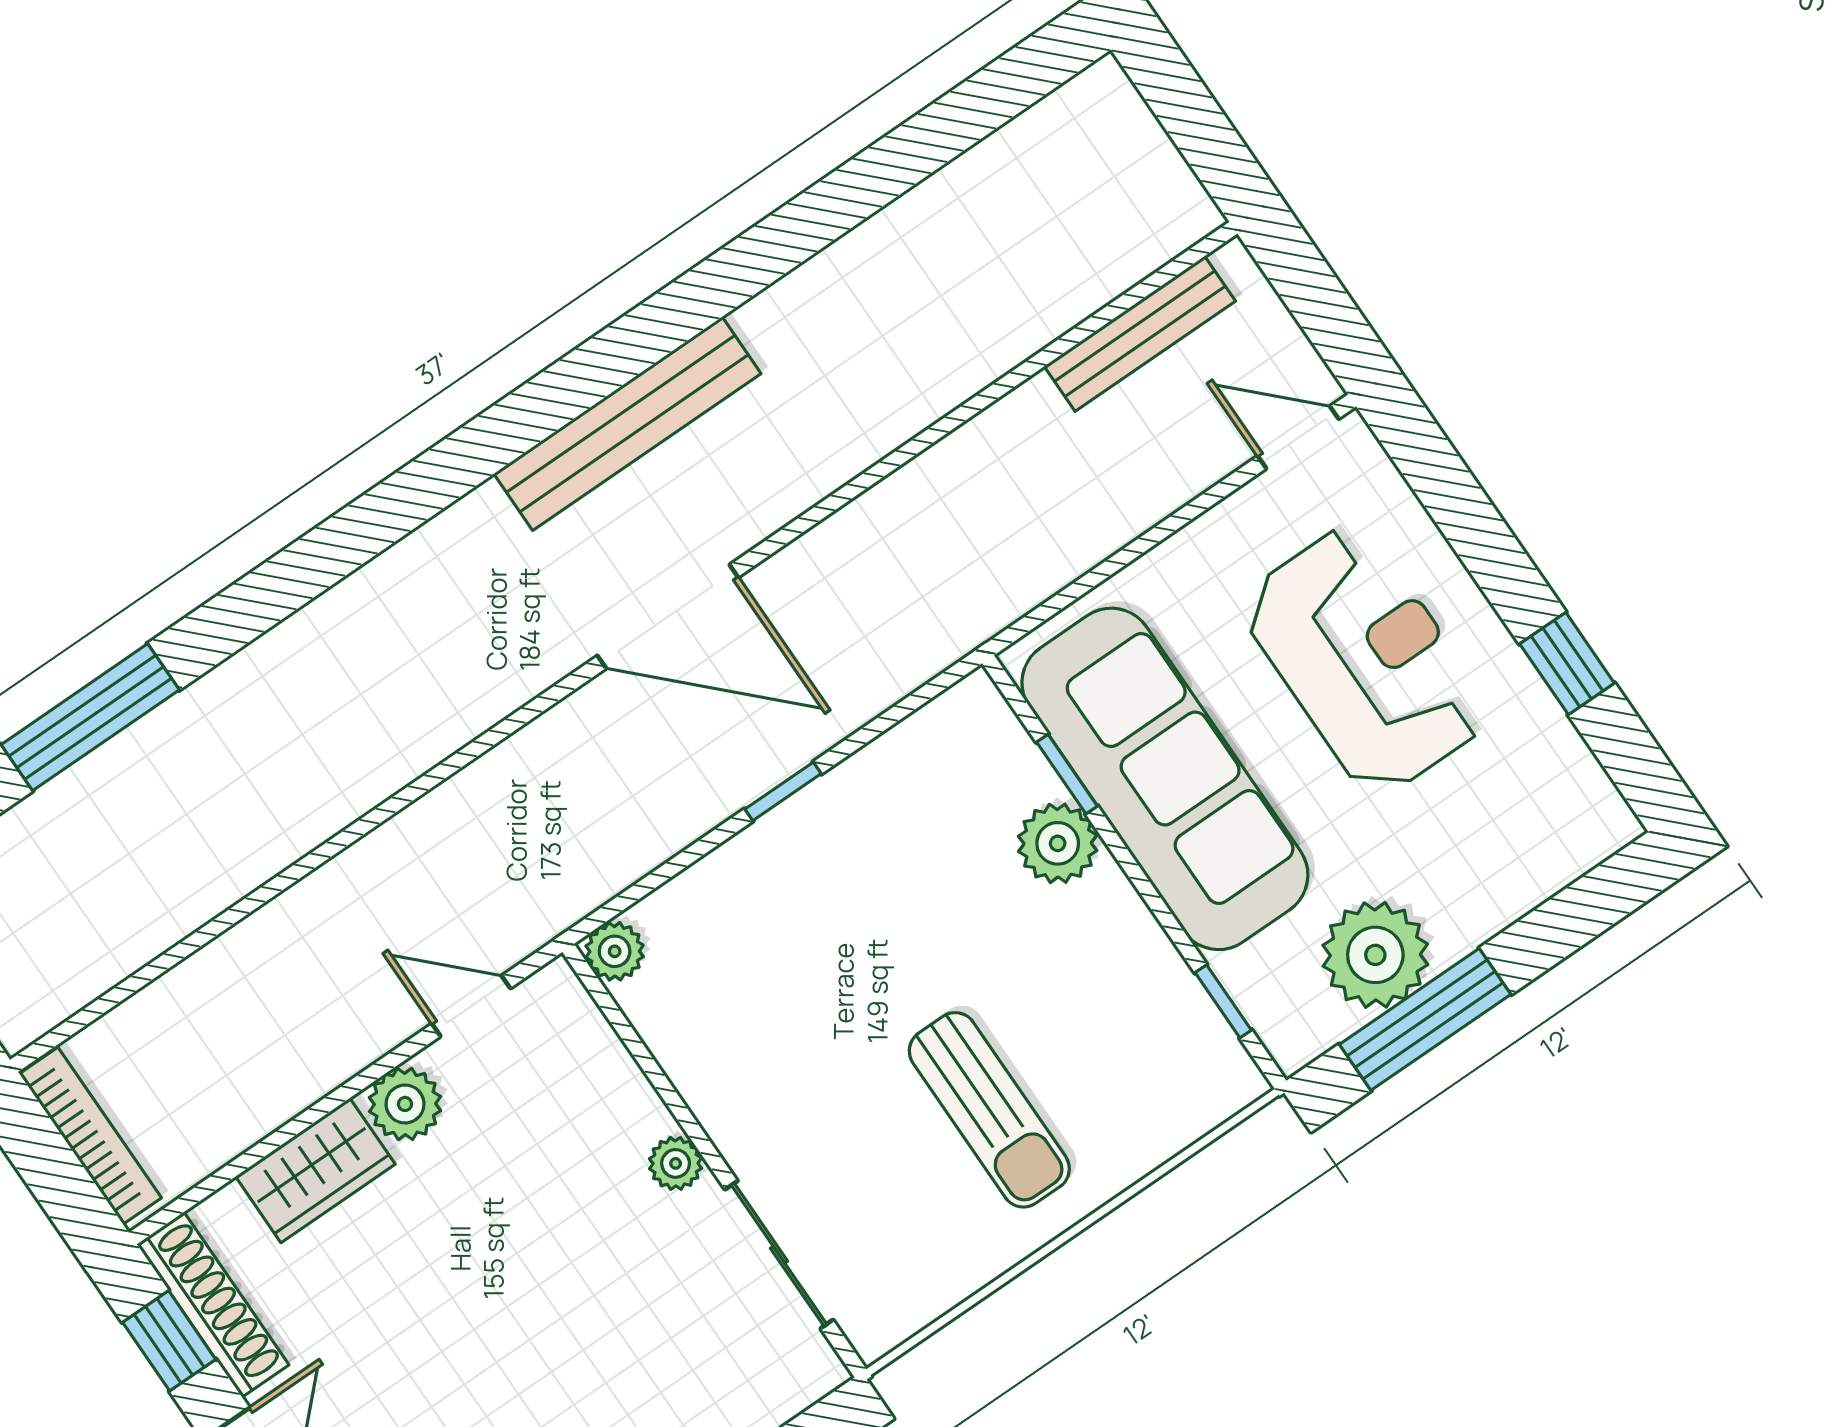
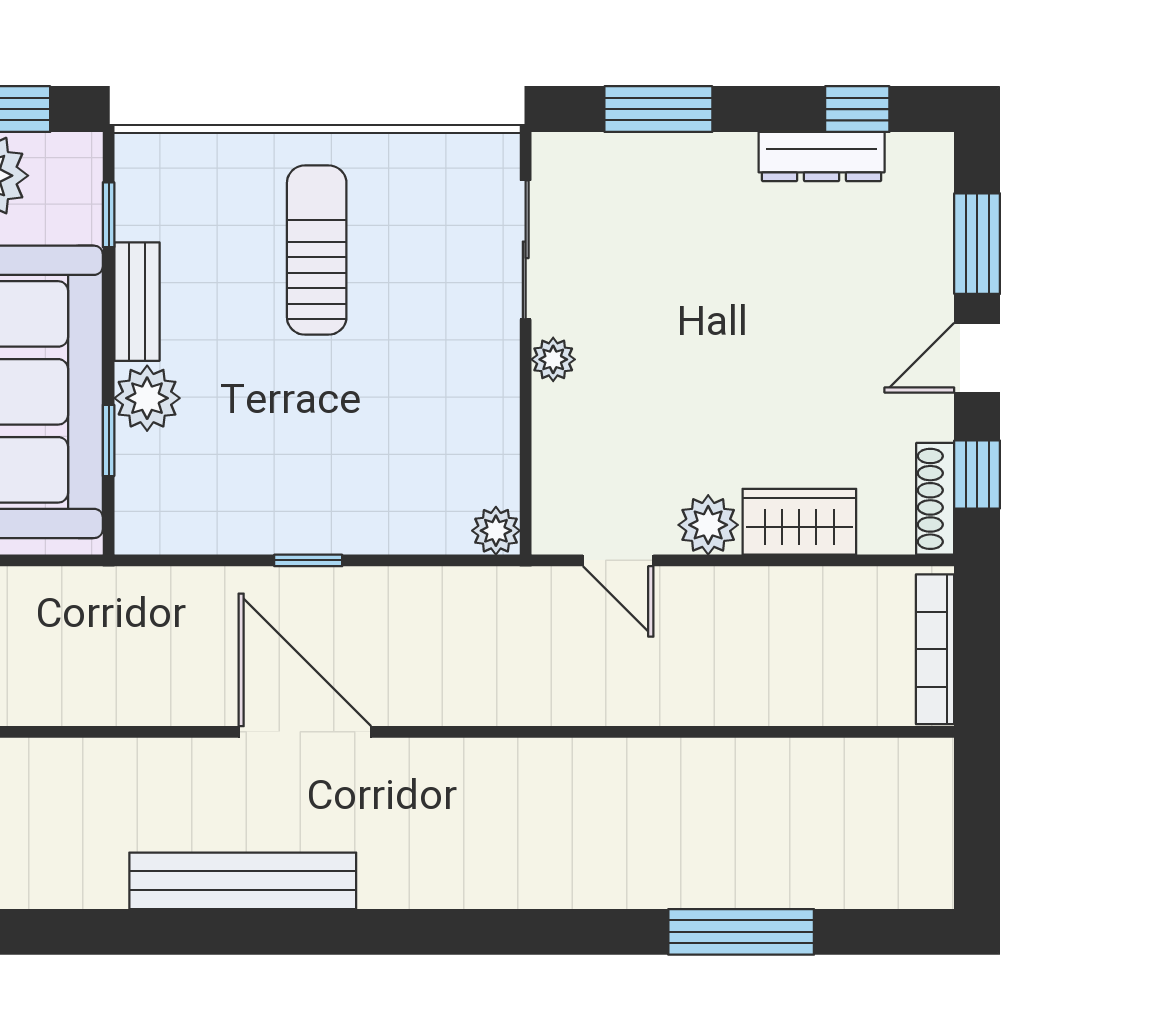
bench: (1135, 934) -> (137, 302), added
shoe rack: (213, 1305) -> (935, 499), width x0.74, depth x0.81

